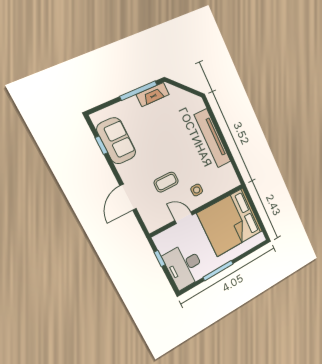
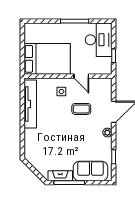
tv unit: (212, 138) -> (30, 104), moved
sofa: (116, 141) -> (90, 171), moved, turned 90
plant: (123, 170) -> (107, 133), added
bed: (230, 222) -> (47, 59), width x0.73

